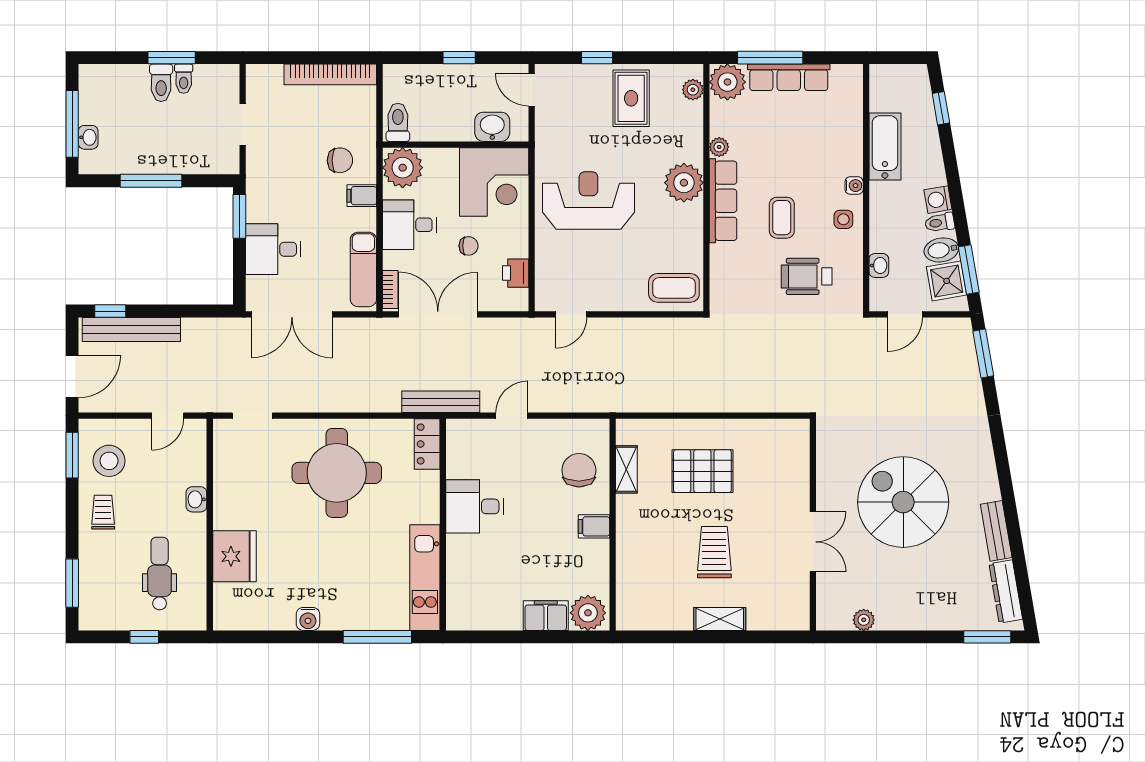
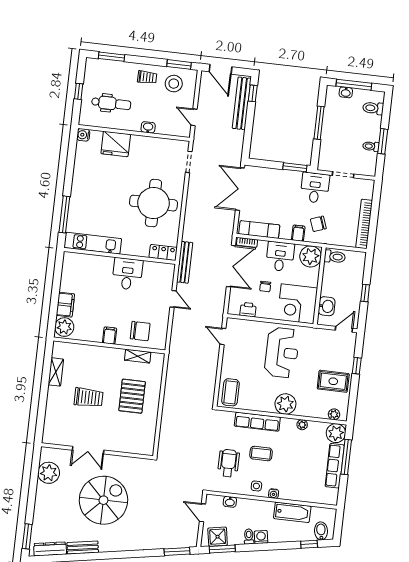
toilet: (161, 83) -> (373, 108), moved
chair: (340, 160) -> (318, 224), turned 70
row of seats: (723, 201) -> (257, 422), moved
desk: (273, 249) -> (315, 188), moved
bidet: (941, 250) -> (321, 531), moved
water cooler: (308, 619) -> (83, 135), moved
shelving: (720, 619) -> (56, 372), moved
plant: (864, 620) -> (49, 473), width x1.88, depth x1.88

